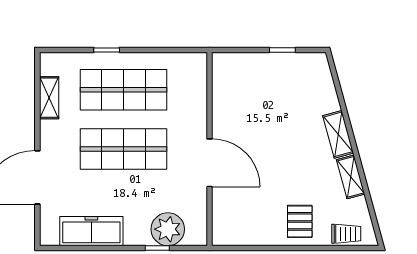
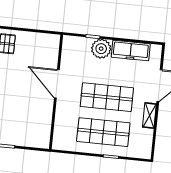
shelving: (49, 98) -> (149, 115), moved
plant: (168, 229) -> (101, 49), moved

